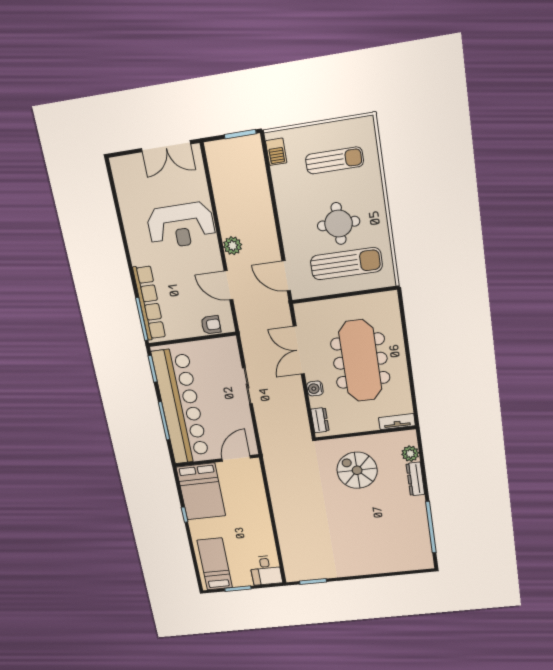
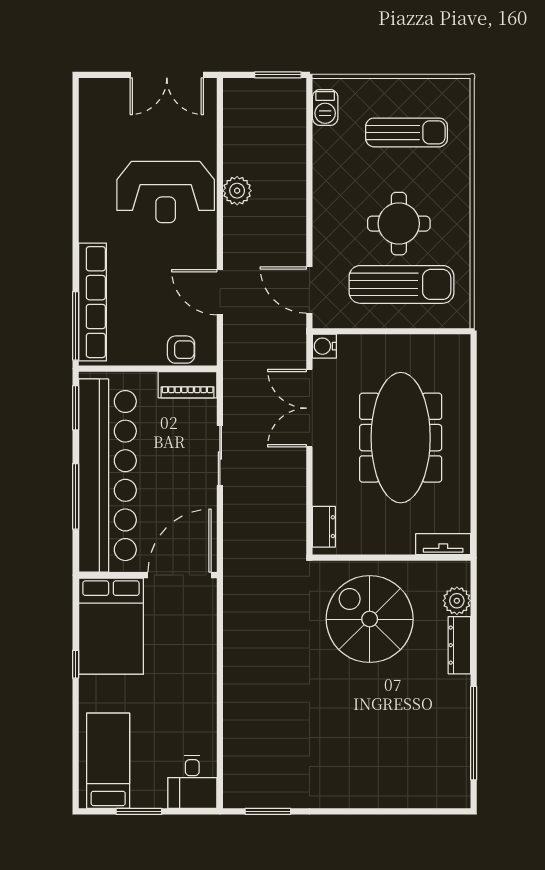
plant: (233, 246) -> (237, 191), moved
piano: (219, 346) -> (188, 385), added
water cooler: (315, 388) -> (324, 346), moved
door: (236, 458) -> (179, 575), width x1.36
spiral stairs: (357, 470) -> (370, 619), width x1.37, depth x1.37

